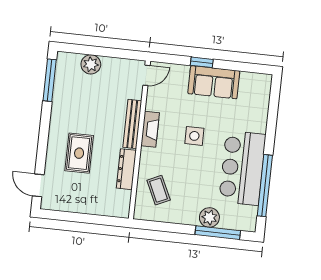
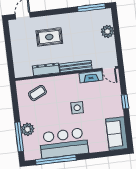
sofa: (214, 82) -> (117, 134), moved
fireplace: (150, 129) -> (91, 77), moved

